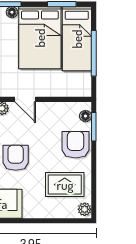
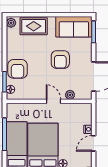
rug: (65, 185) -> (34, 26), moved

